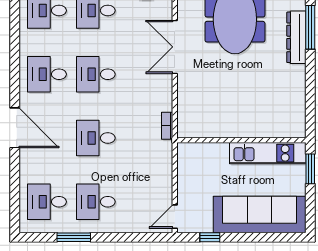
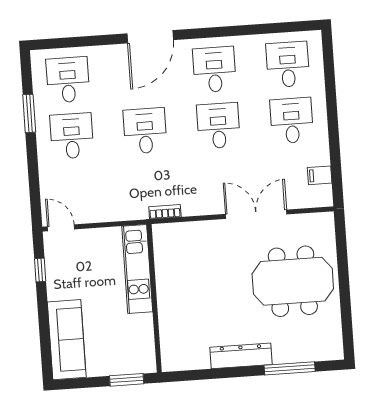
dresser: (296, 37) -> (241, 356), moved
kitchen unit: (268, 153) -> (137, 269), moved
sofa: (260, 214) -> (67, 340), width x0.74, depth x0.79

